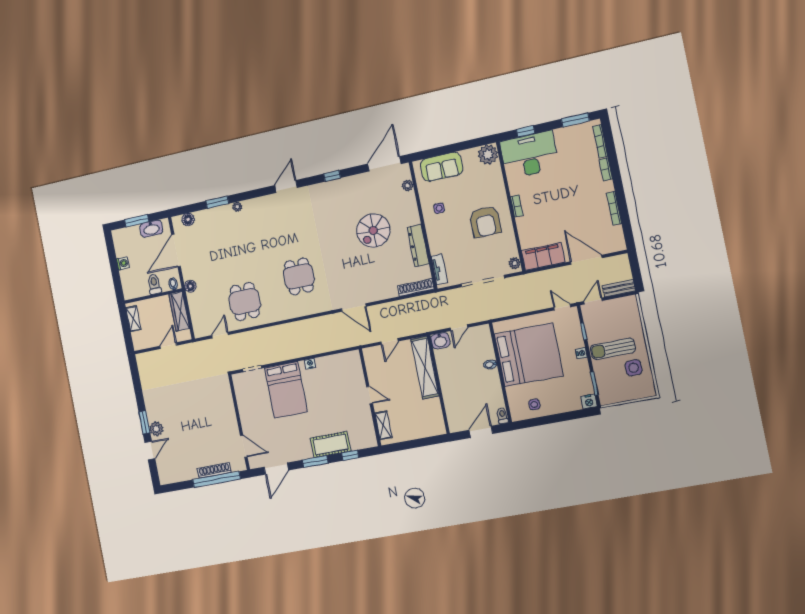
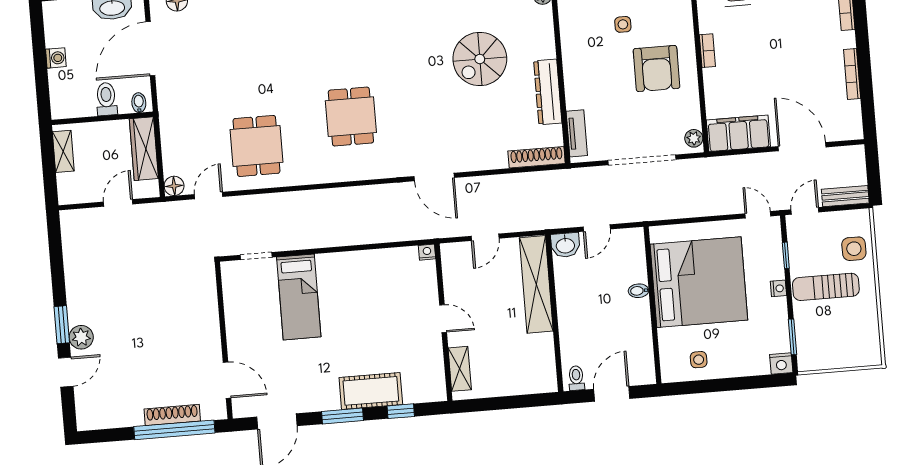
side table: (439, 208) -> (623, 24), moved
floor lamp: (190, 286) -> (174, 186), moved
nightstand: (310, 364) -> (427, 252), moved
side table: (634, 368) -> (854, 249), moved
bed: (286, 390) -> (299, 297), width x0.67
toilet: (502, 416) -> (576, 378), moved

